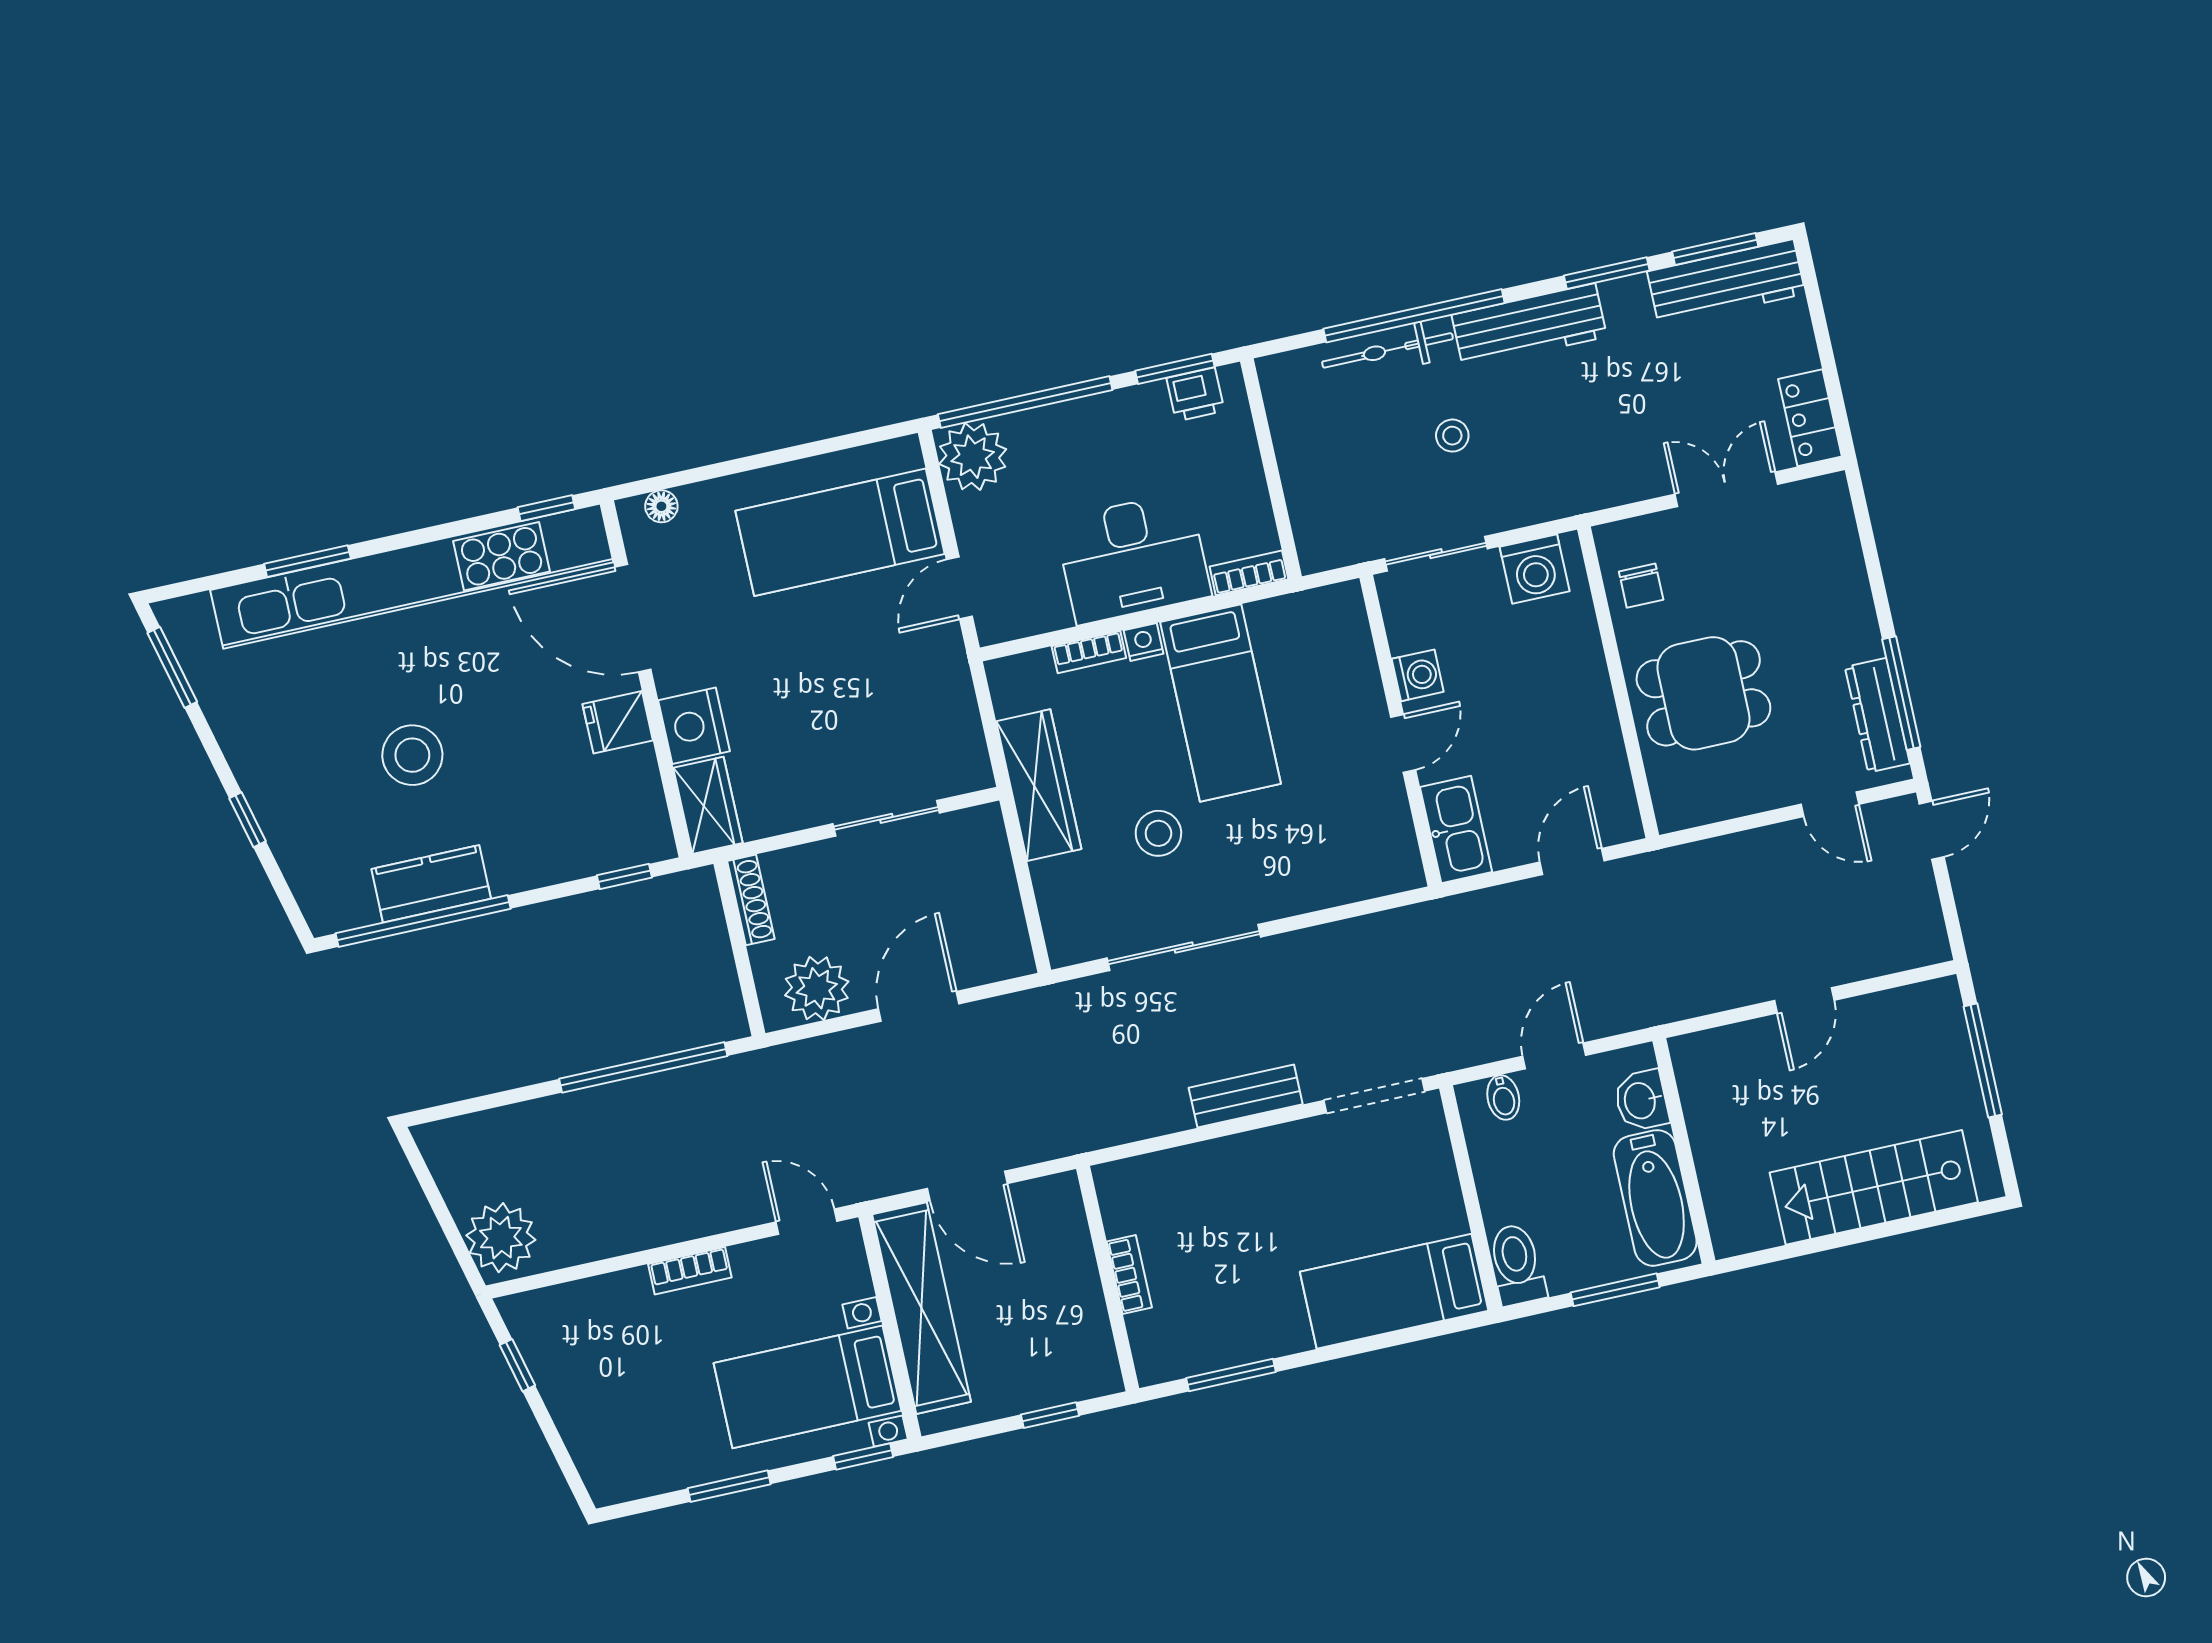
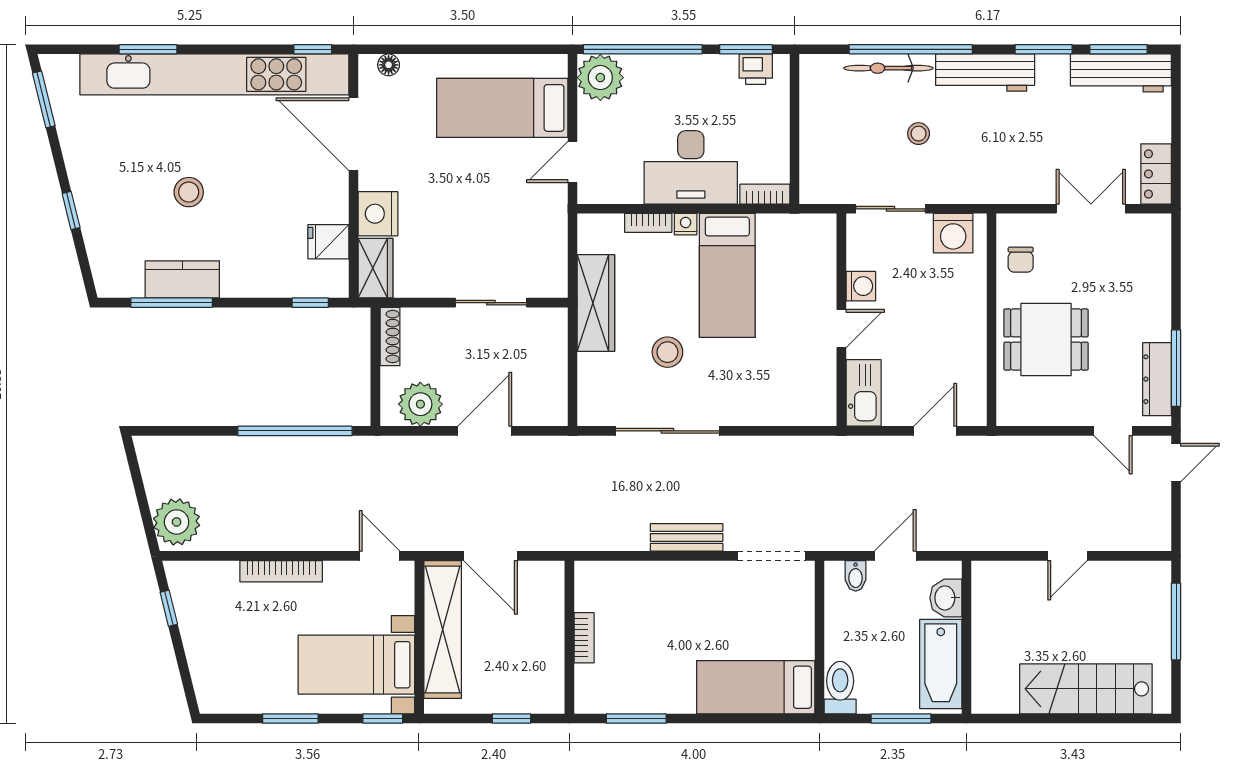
fridge: (618, 722) -> (328, 242), moved
stool: (412, 755) -> (189, 192), width x0.73, depth x0.73
window: (423, 921) -> (172, 303), width x0.68
bookcase: (690, 1271) -> (281, 571), width x1.56

